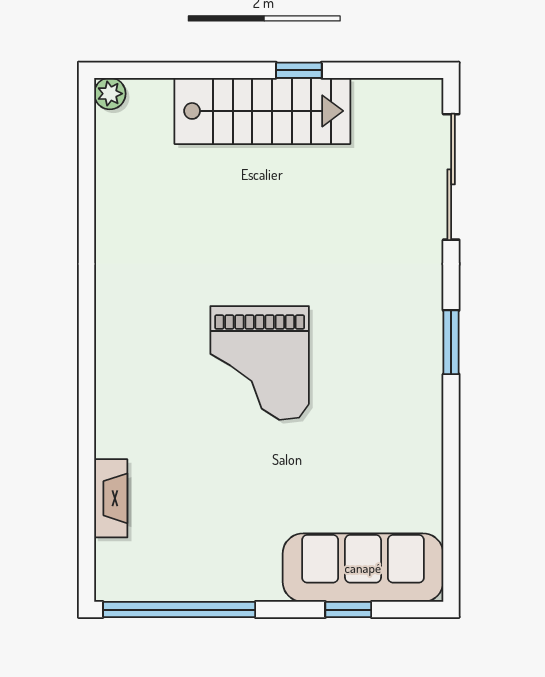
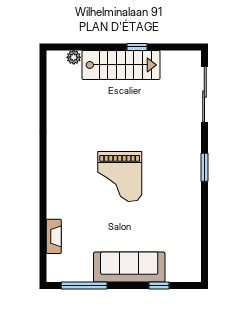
plant: (110, 94) -> (74, 57), moved
sofa: (363, 568) -> (129, 267), moved
window: (179, 610) -> (84, 286), width x0.68

